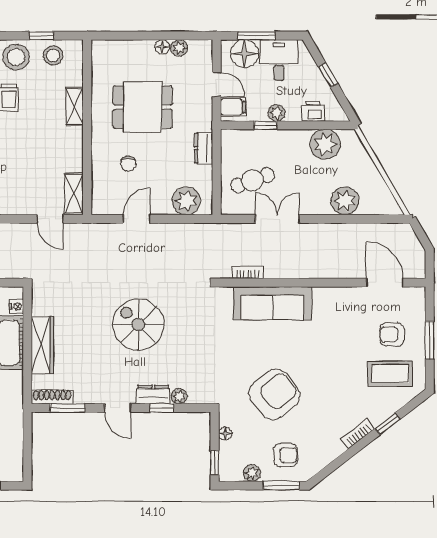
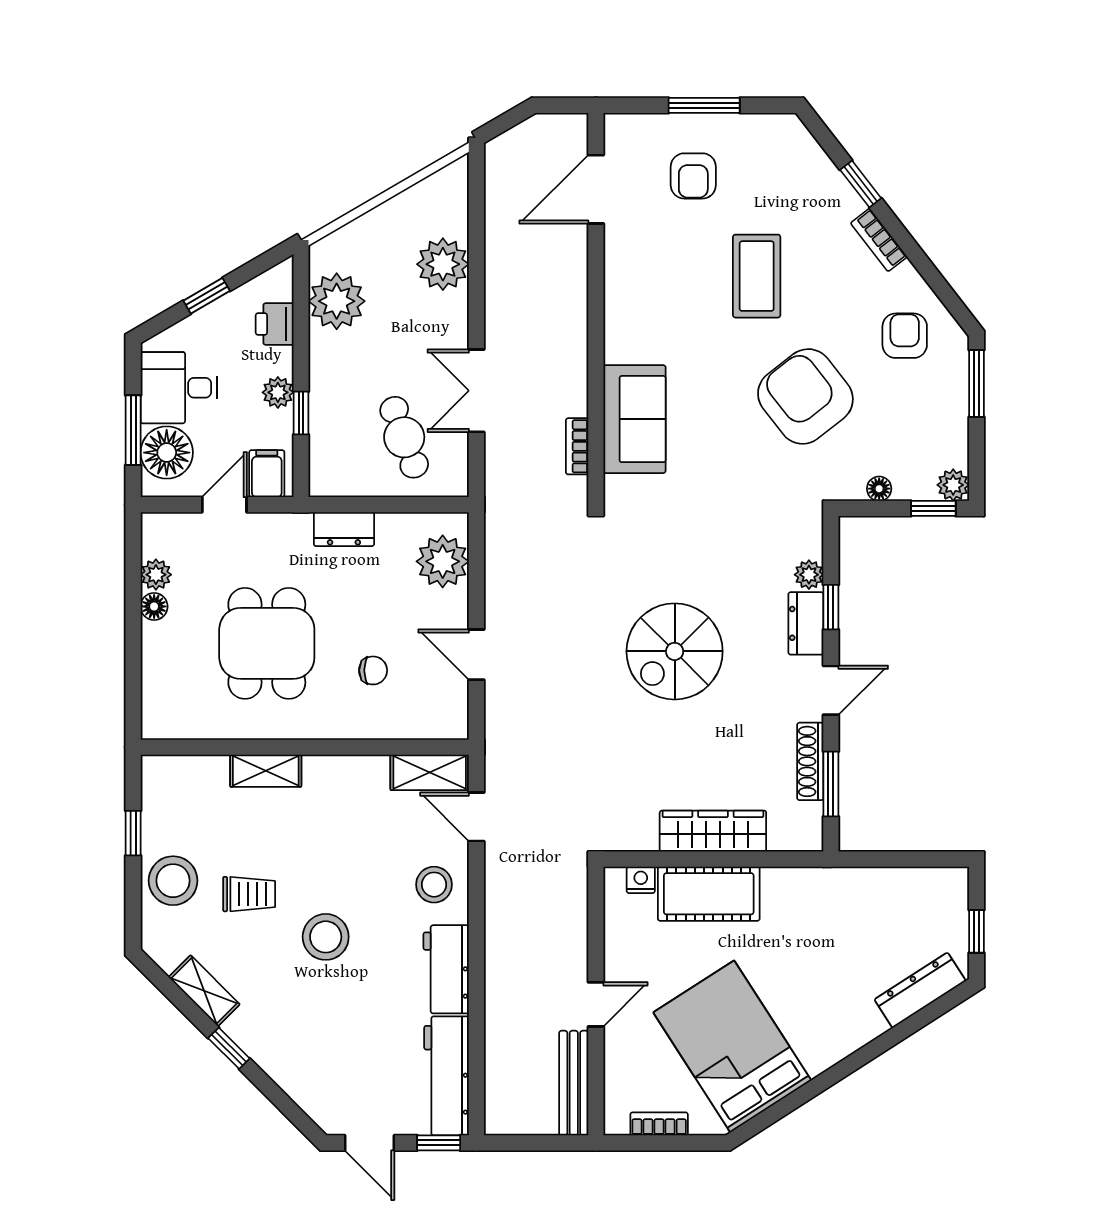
stool: (53, 55) -> (434, 885), moved
door: (50, 219) -> (476, 817), swing flipped
sofa: (273, 303) -> (634, 419), width x0.73
coffee table: (390, 374) -> (757, 276), moved
shoe rack: (52, 397) -> (810, 761), moved
armchair: (285, 455) -> (905, 336), moved
plant: (252, 473) -> (953, 485), moved

